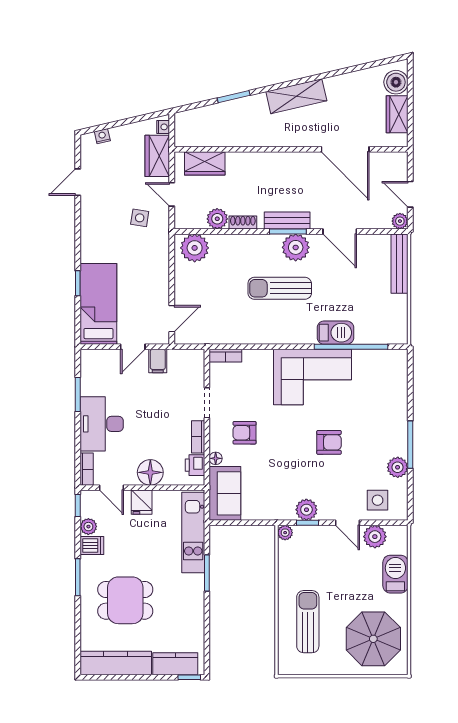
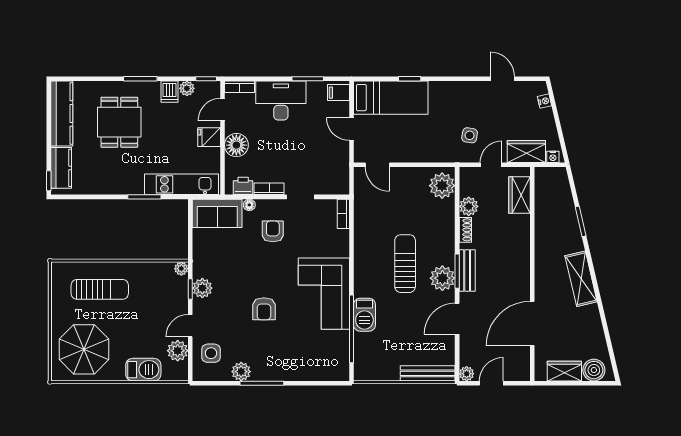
filing cabinet: (158, 361) -> (338, 93), moved

